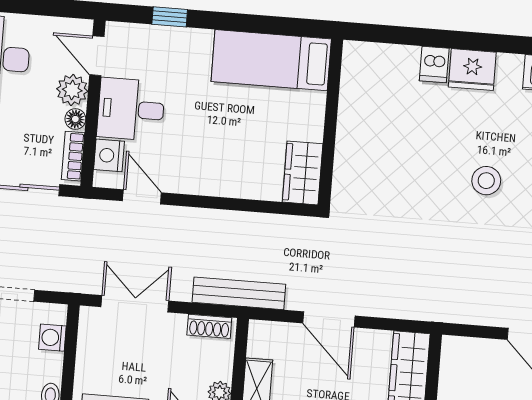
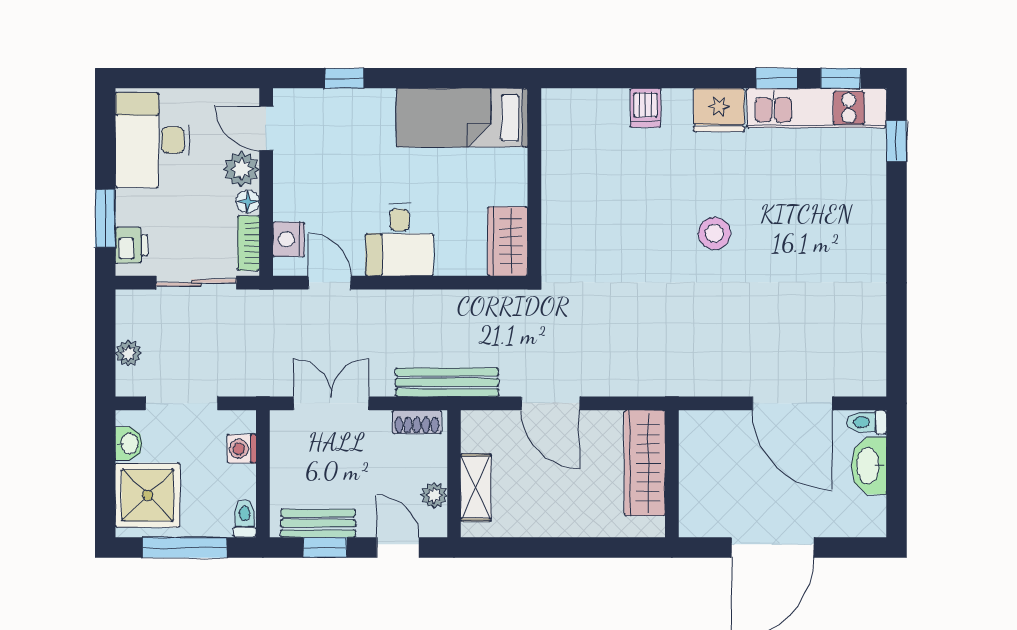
fridge: (472, 70) -> (719, 110), moved
desk: (131, 109) -> (399, 240), moved, turned -90

